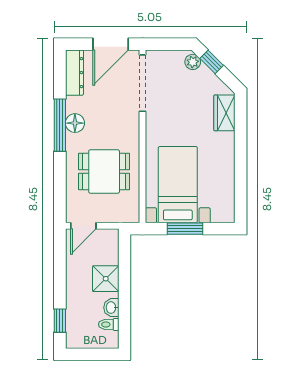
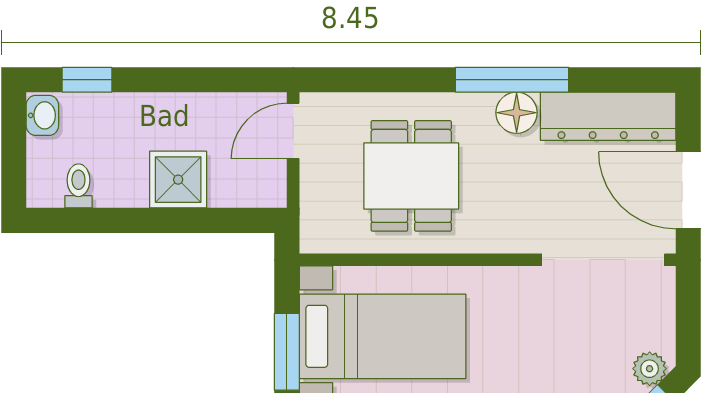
dresser: (74, 73) -> (608, 116), width x1.37, depth x1.24
door: (83, 226) -> (293, 131), hinge flipped
washbasin: (111, 308) -> (42, 115), moved, turned 90

